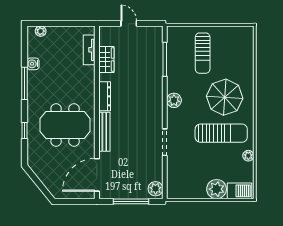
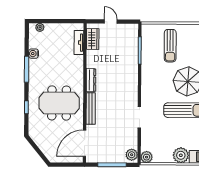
wardrobe: (106, 60) -> (93, 39), moved
plant: (174, 100) -> (147, 157), moved

